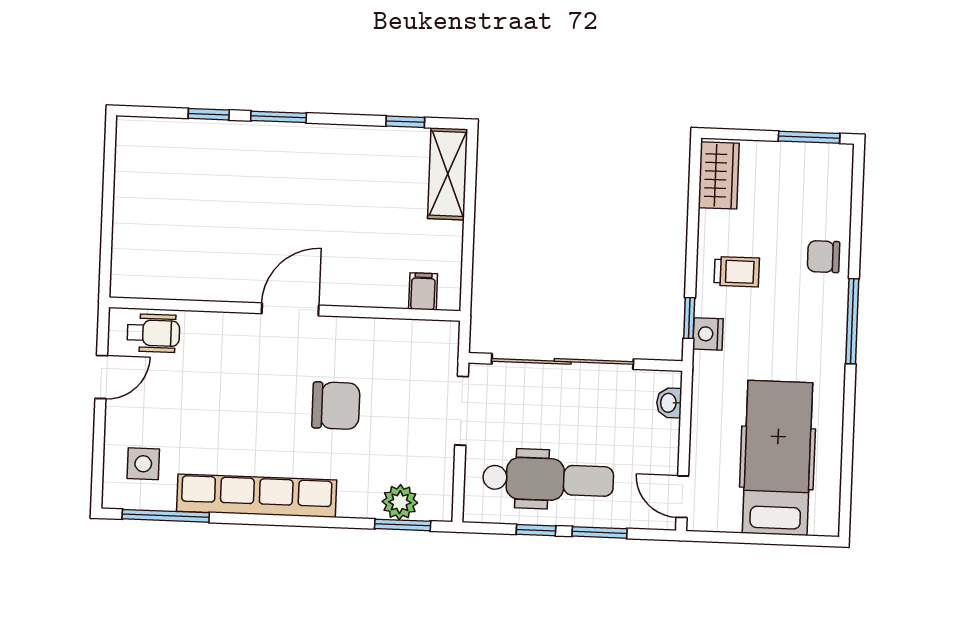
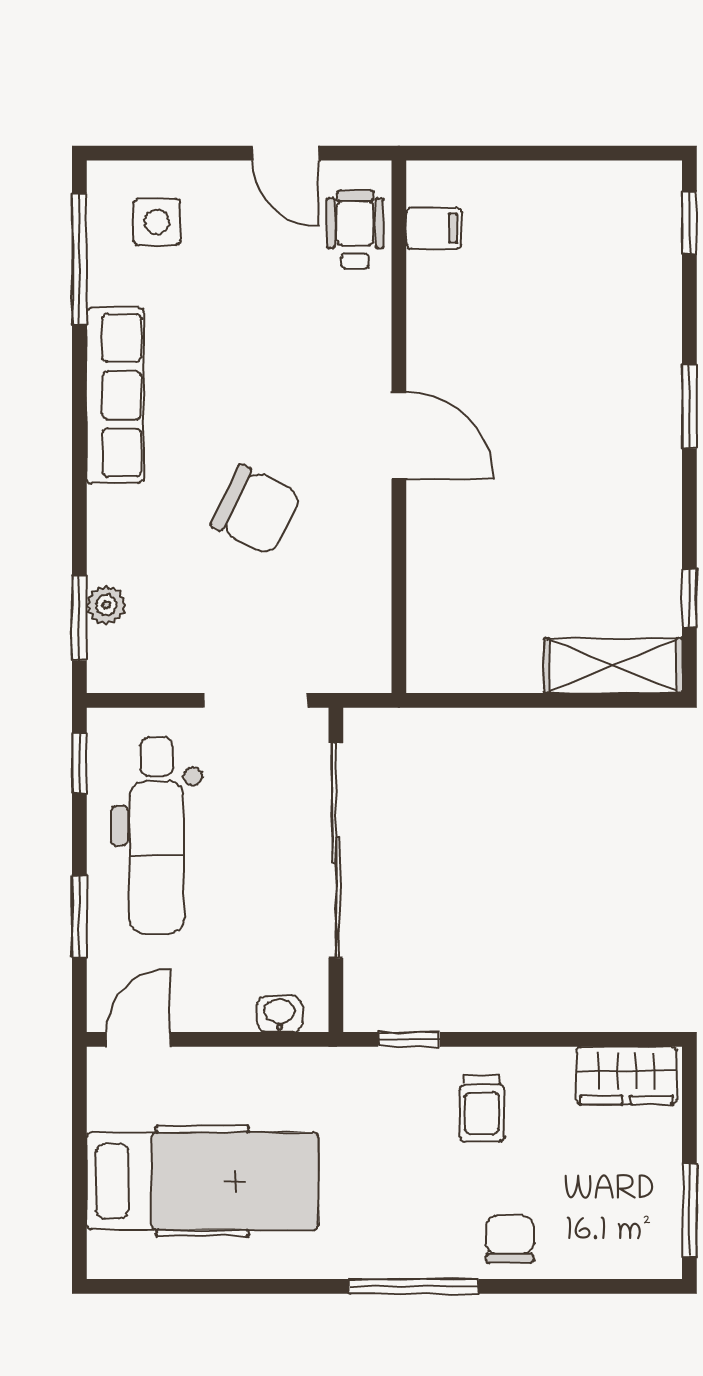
window: (209, 114) -> (689, 223), moved
filing cabinet: (423, 291) -> (434, 228), moved
wheelchair: (153, 333) -> (355, 230), turned 180
nightstand: (708, 334) -> (386, 1069), removed
chair: (336, 406) -> (256, 510), turned -64
row of seats: (257, 496) -> (115, 395), width x0.73
plant: (400, 502) -> (106, 605), width x0.73, depth x0.73
window: (536, 530) -> (79, 763), moved

